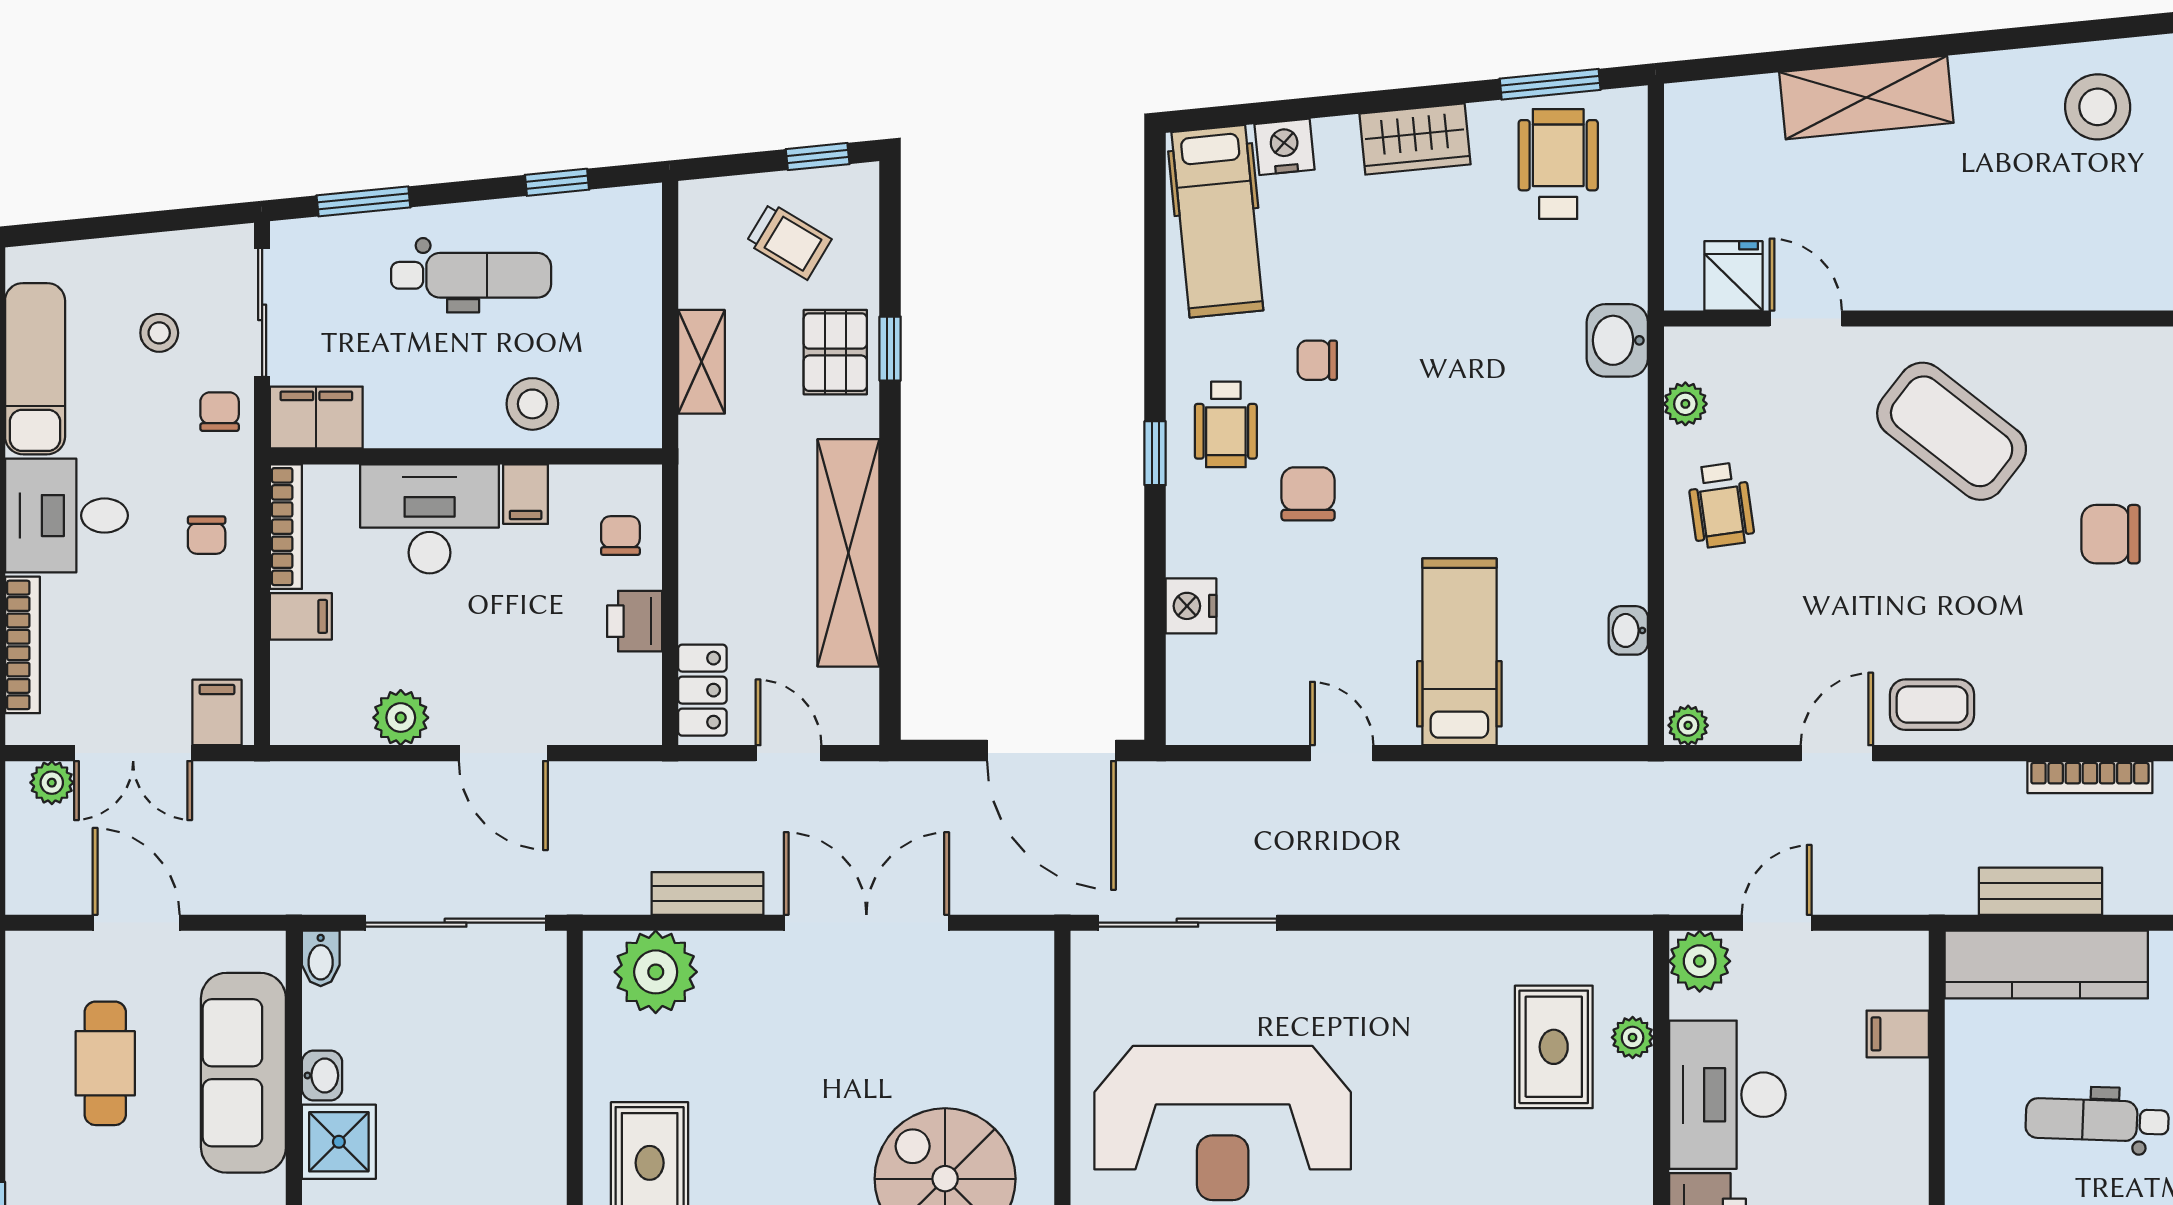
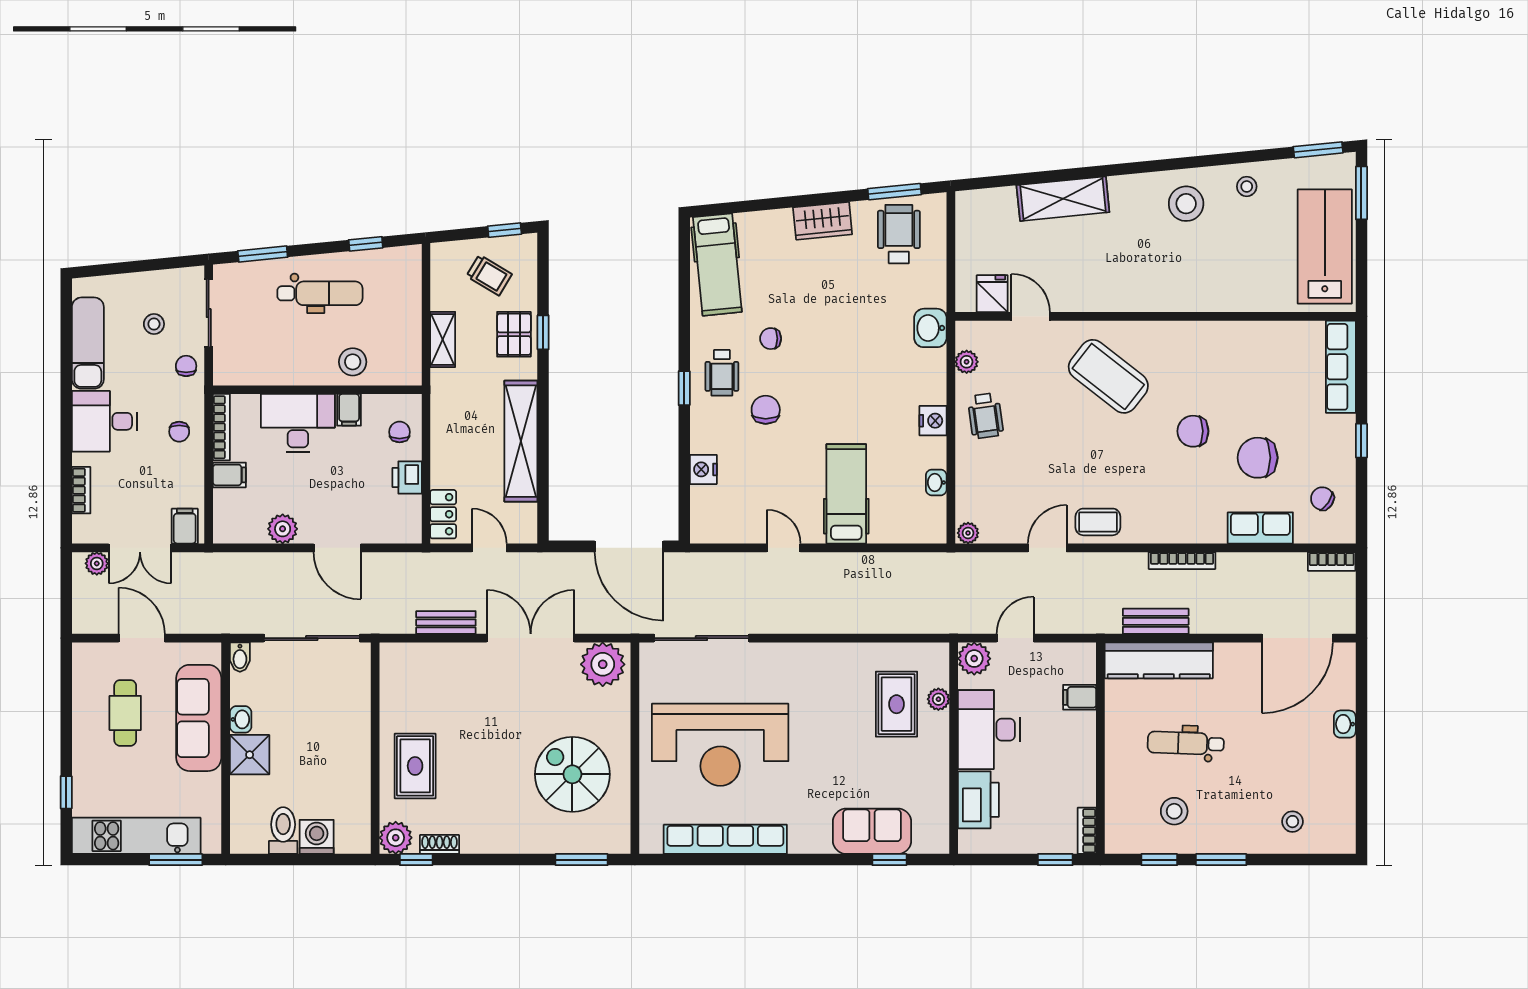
nightstand: (1284, 147) -> (933, 421), moved, turned 96
filing cabinet: (316, 418) -> (238, 369), removed
bookcase: (22, 645) -> (81, 490), width x0.64
plant: (656, 972) -> (603, 664), moved

